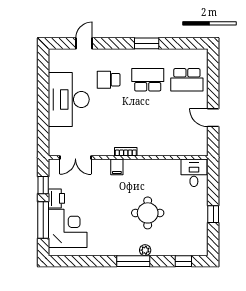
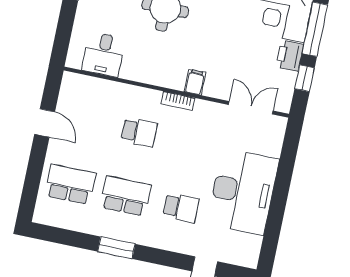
school desk: (148, 80) -> (126, 196), turned 180
school desk: (148, 125) -> (139, 132), added
desk: (194, 173) -> (104, 54), moved

